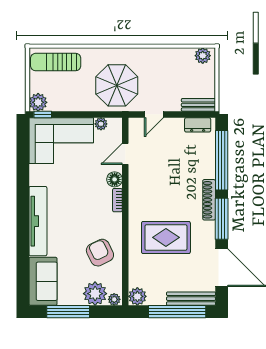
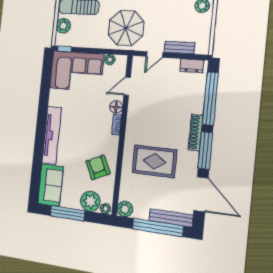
plant: (38, 102) -> (63, 26), moved
bench: (198, 105) -> (179, 48), moved

